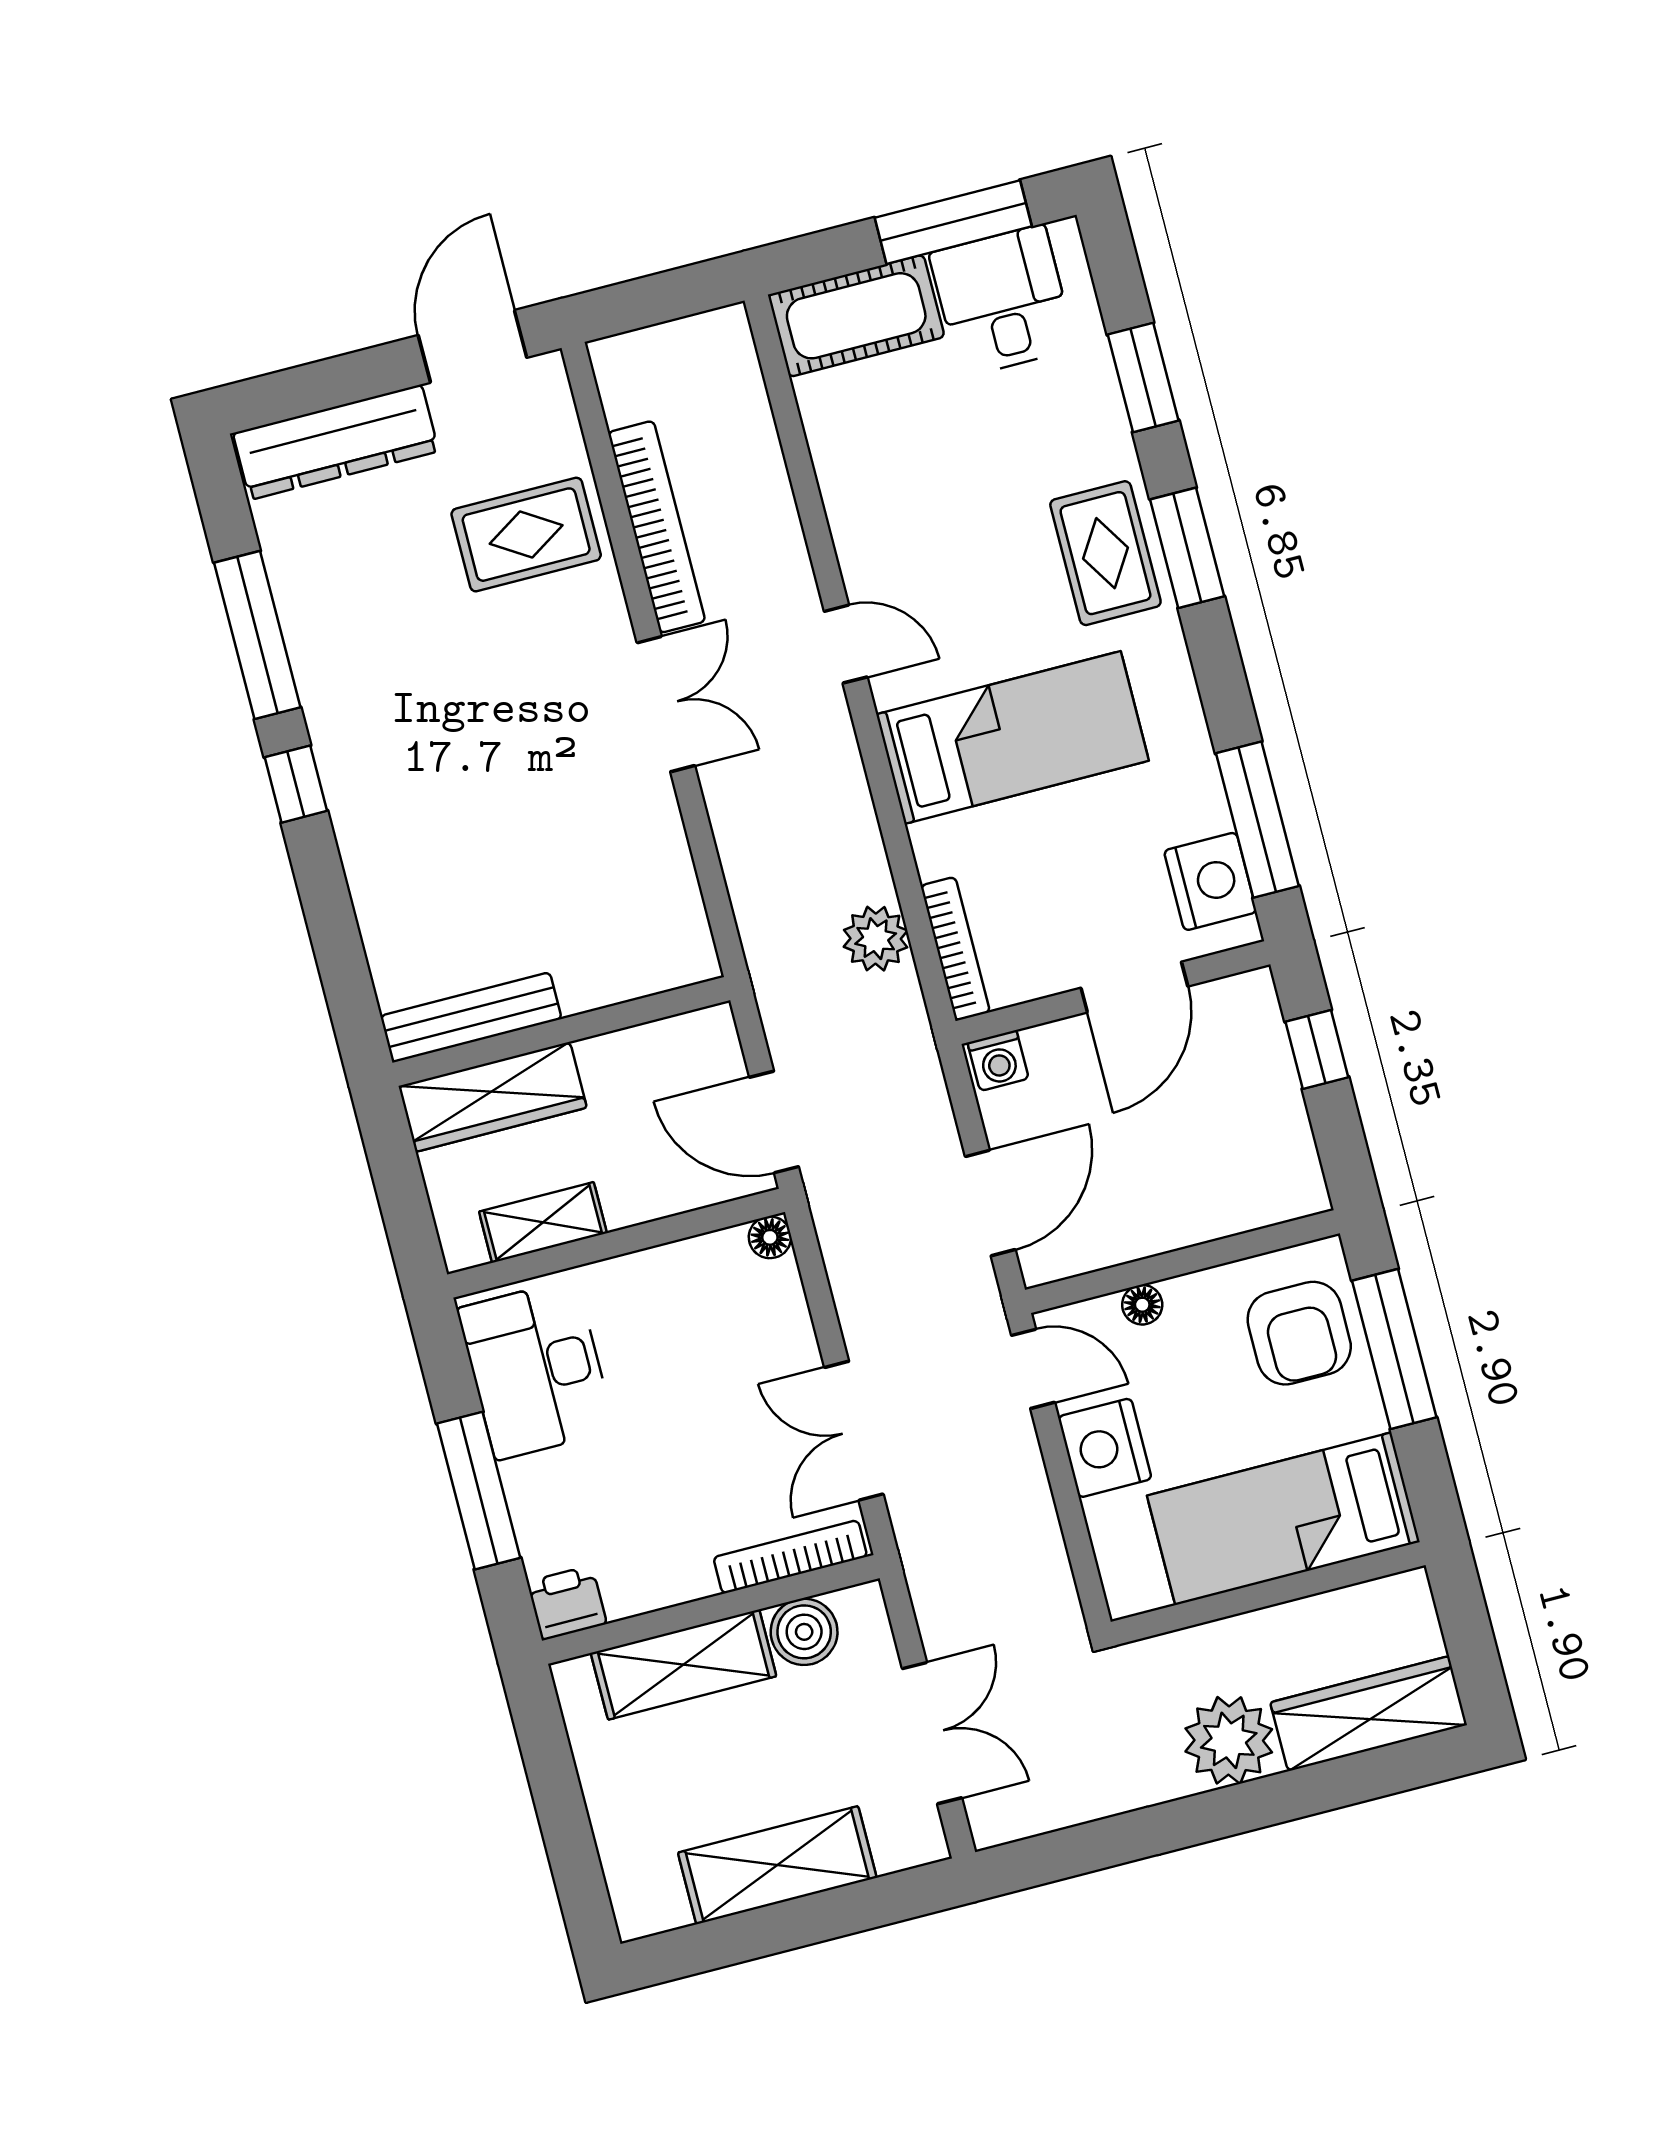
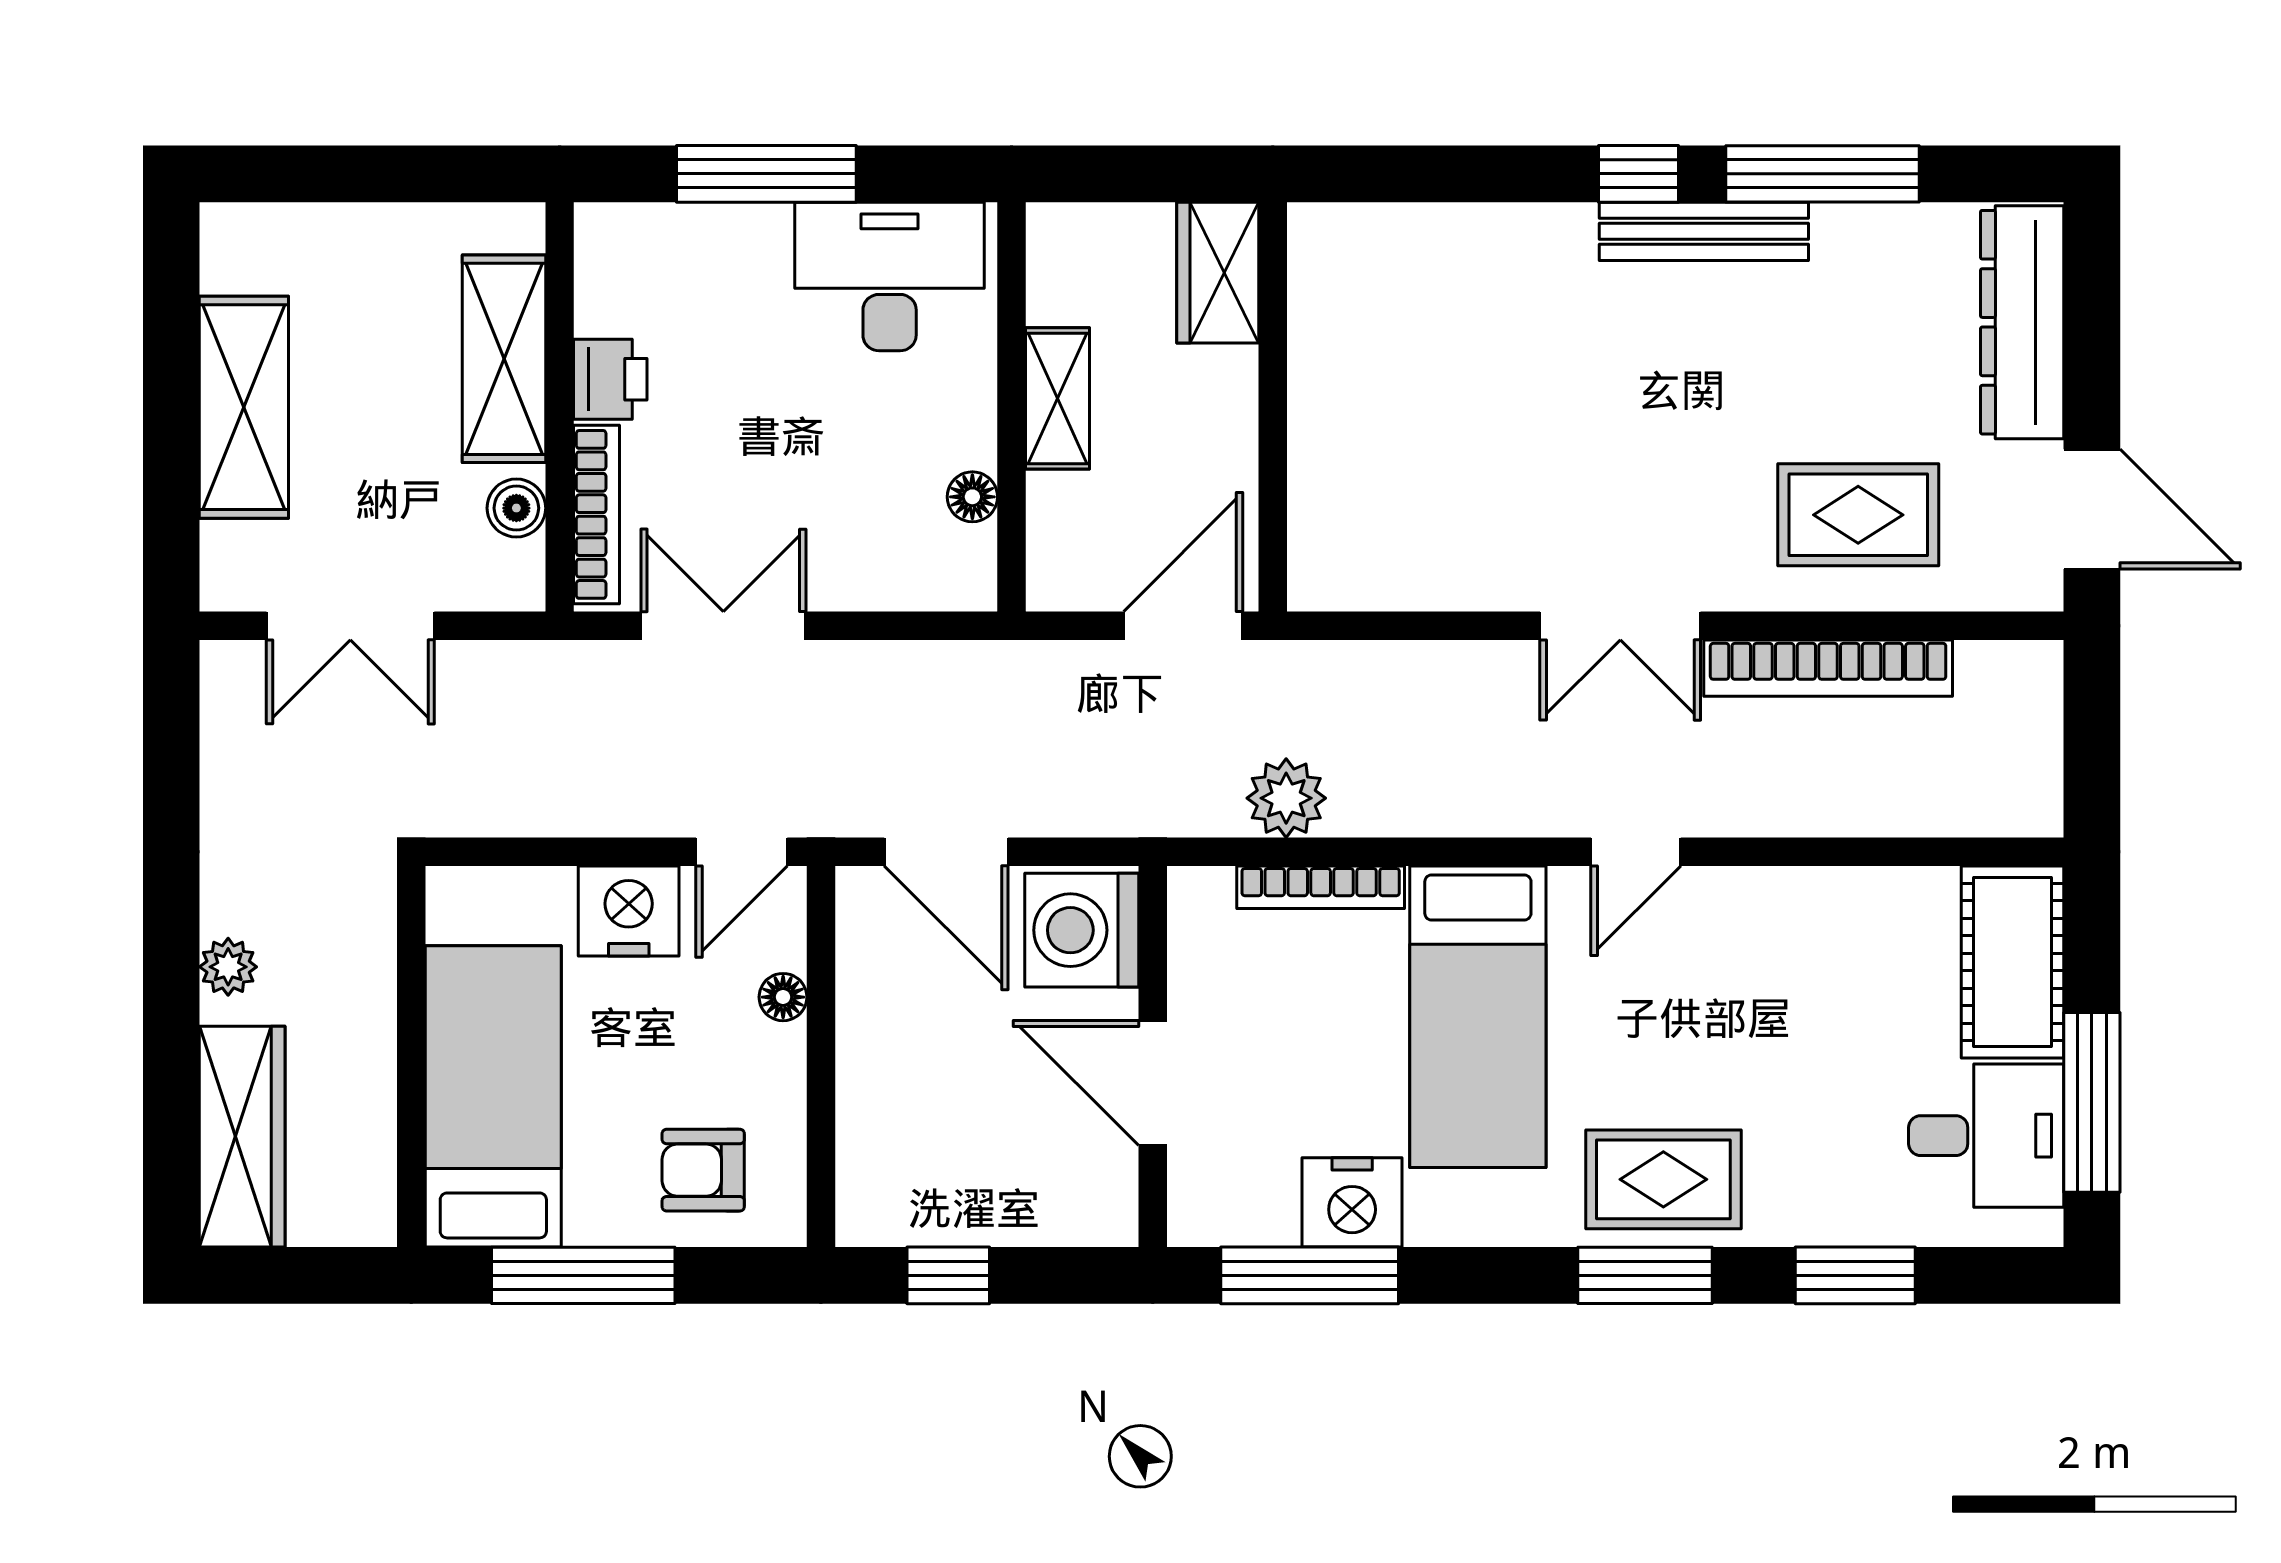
rug: (526, 535) -> (1858, 515), turned 90
nightstand: (1210, 881) -> (1352, 1202), moved
bookcase: (955, 949) -> (1321, 887), moved
bench: (471, 1017) -> (1704, 231), moved, turned 90
window: (1317, 1049) -> (948, 1275), moved
washing machine: (998, 1061) -> (1082, 930), width x1.89, depth x1.89
wardrobe: (493, 1097) -> (1218, 273), width x0.67
door: (774, 1122) -> (1183, 626), moved
shelving: (543, 1222) -> (1058, 398), moved
floor lamp: (770, 1237) -> (972, 497), moved
armchair: (1299, 1333) -> (703, 1170), width x0.72, depth x0.72
window: (1394, 1349) -> (583, 1275), moved
printer: (567, 1603) -> (610, 379), moved
boiler: (804, 1632) -> (516, 508), width x0.73, depth x0.73
plant: (1229, 1740) -> (228, 967), width x0.53, depth x0.53

